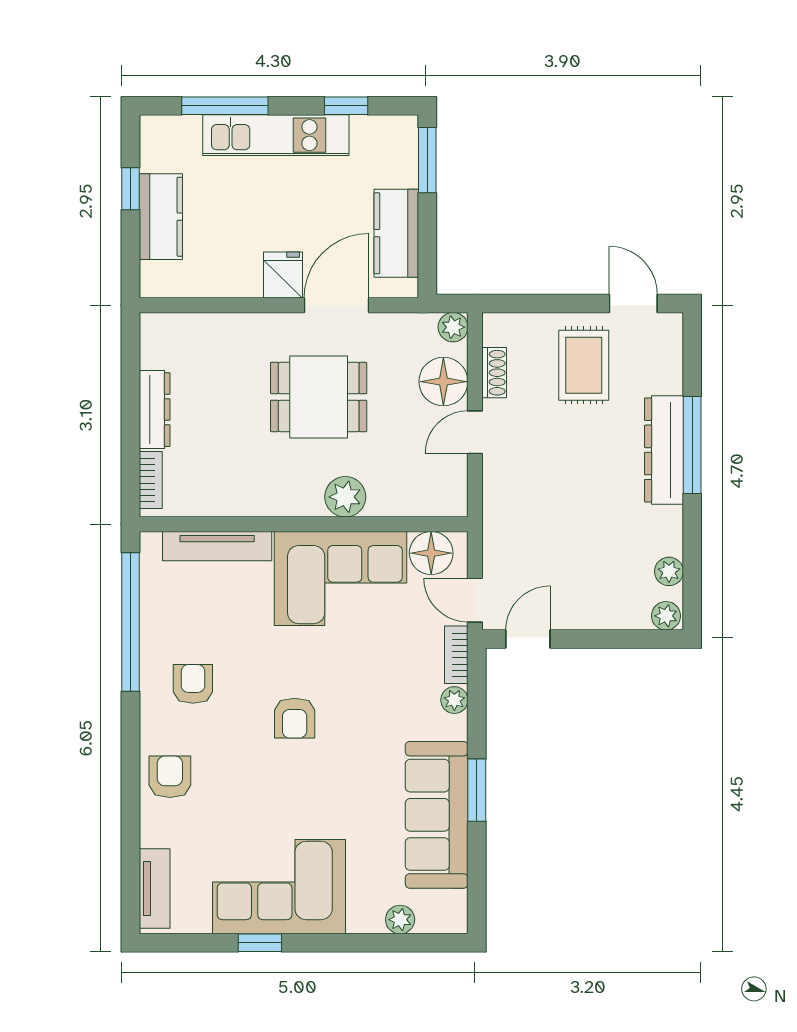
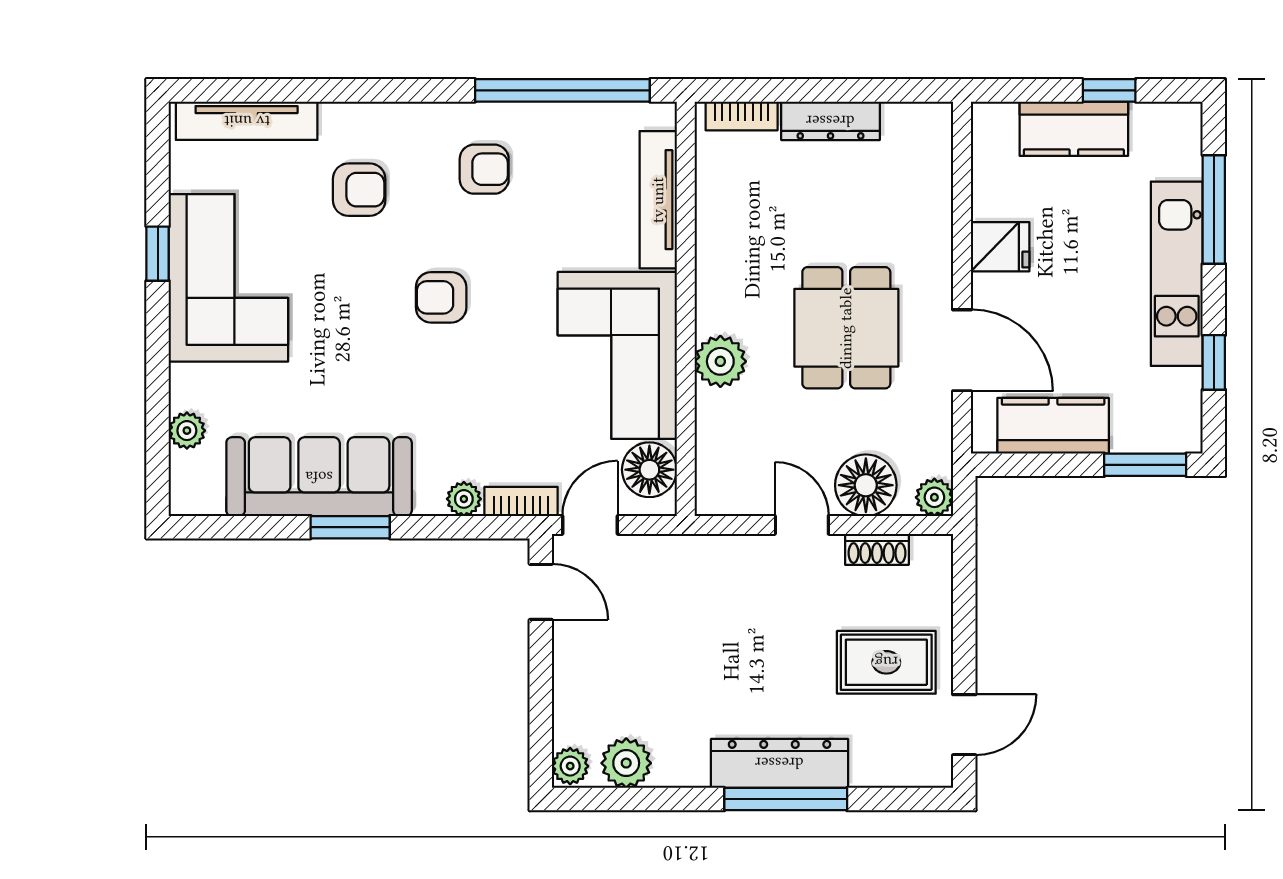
fridge: (283, 275) -> (1000, 247), moved
plant: (669, 571) -> (626, 763), width x1.38, depth x1.38
armchair: (170, 777) -> (359, 190), moved
tv unit: (155, 889) -> (247, 121), width x1.41

